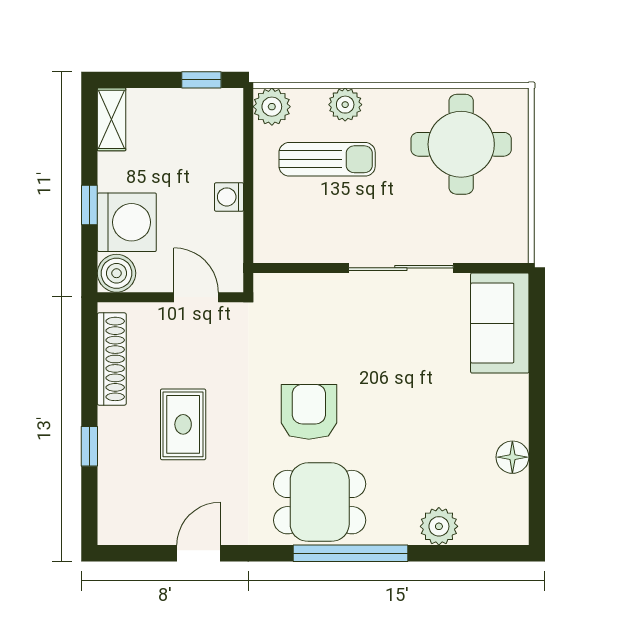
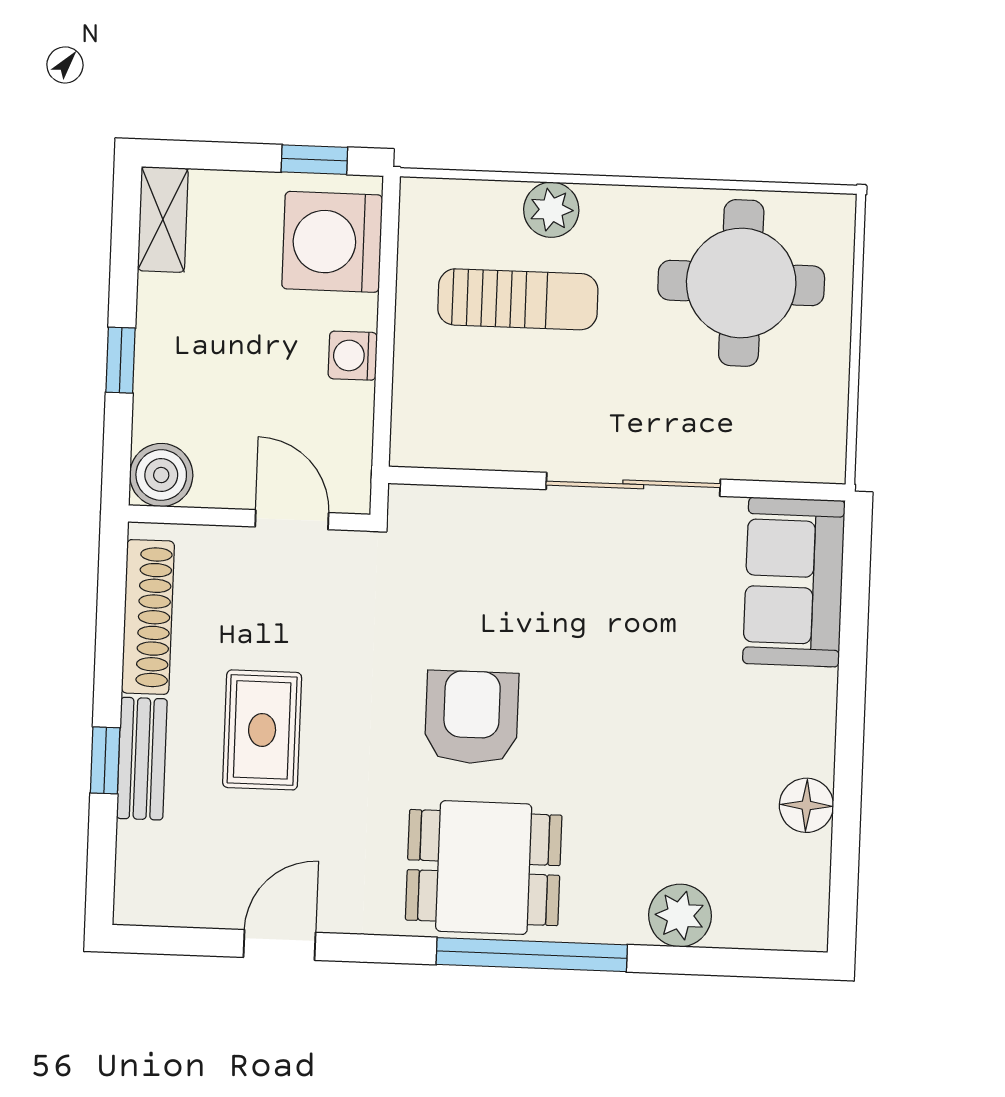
plant: (272, 107) -> (429, 208), removed
washing machine: (127, 222) -> (332, 242), moved, turned 180
bench: (111, 444) -> (142, 759), added

